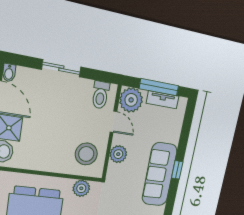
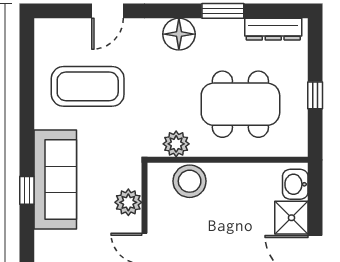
stool: (86, 154) -> (190, 181), moved

